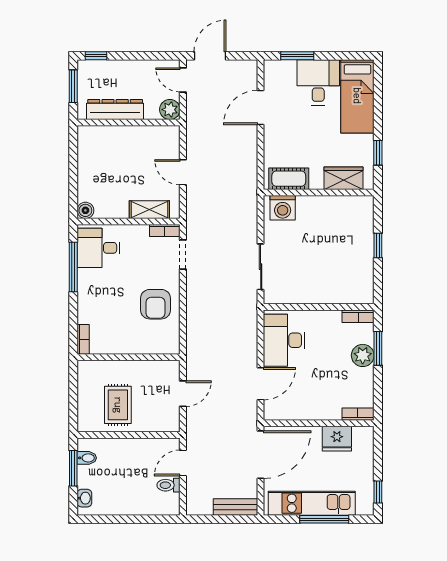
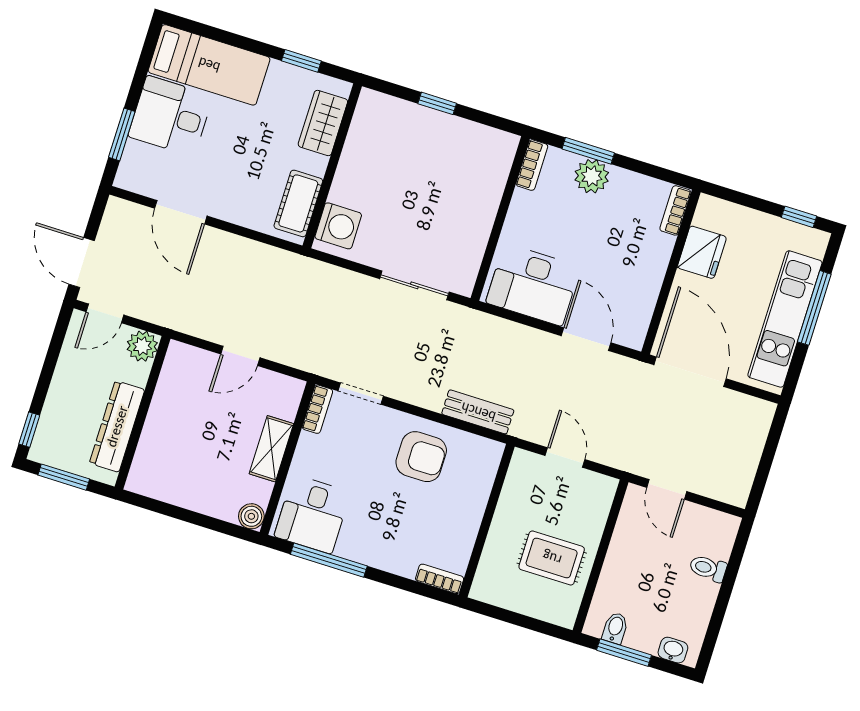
shelving: (149, 210) -> (271, 449), moved
toilet: (169, 485) -> (708, 568), moved, turned 90
bench: (235, 507) -> (478, 412), moved, turned 90

